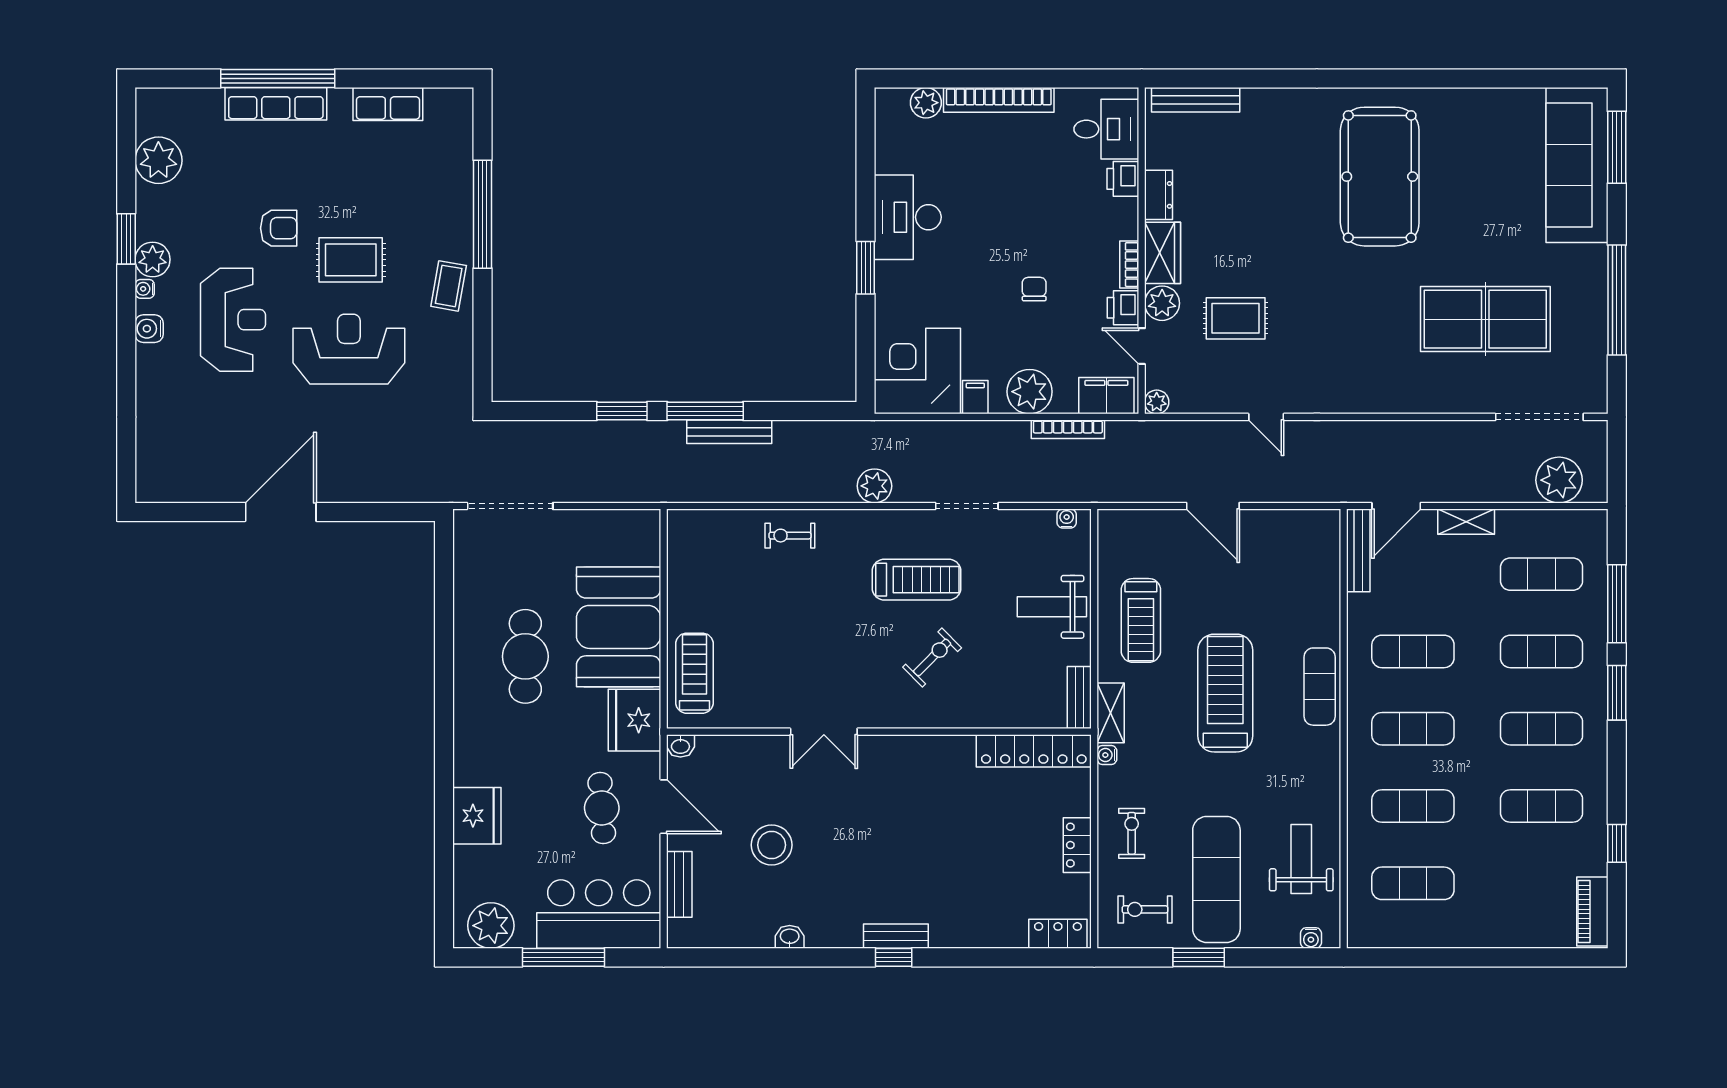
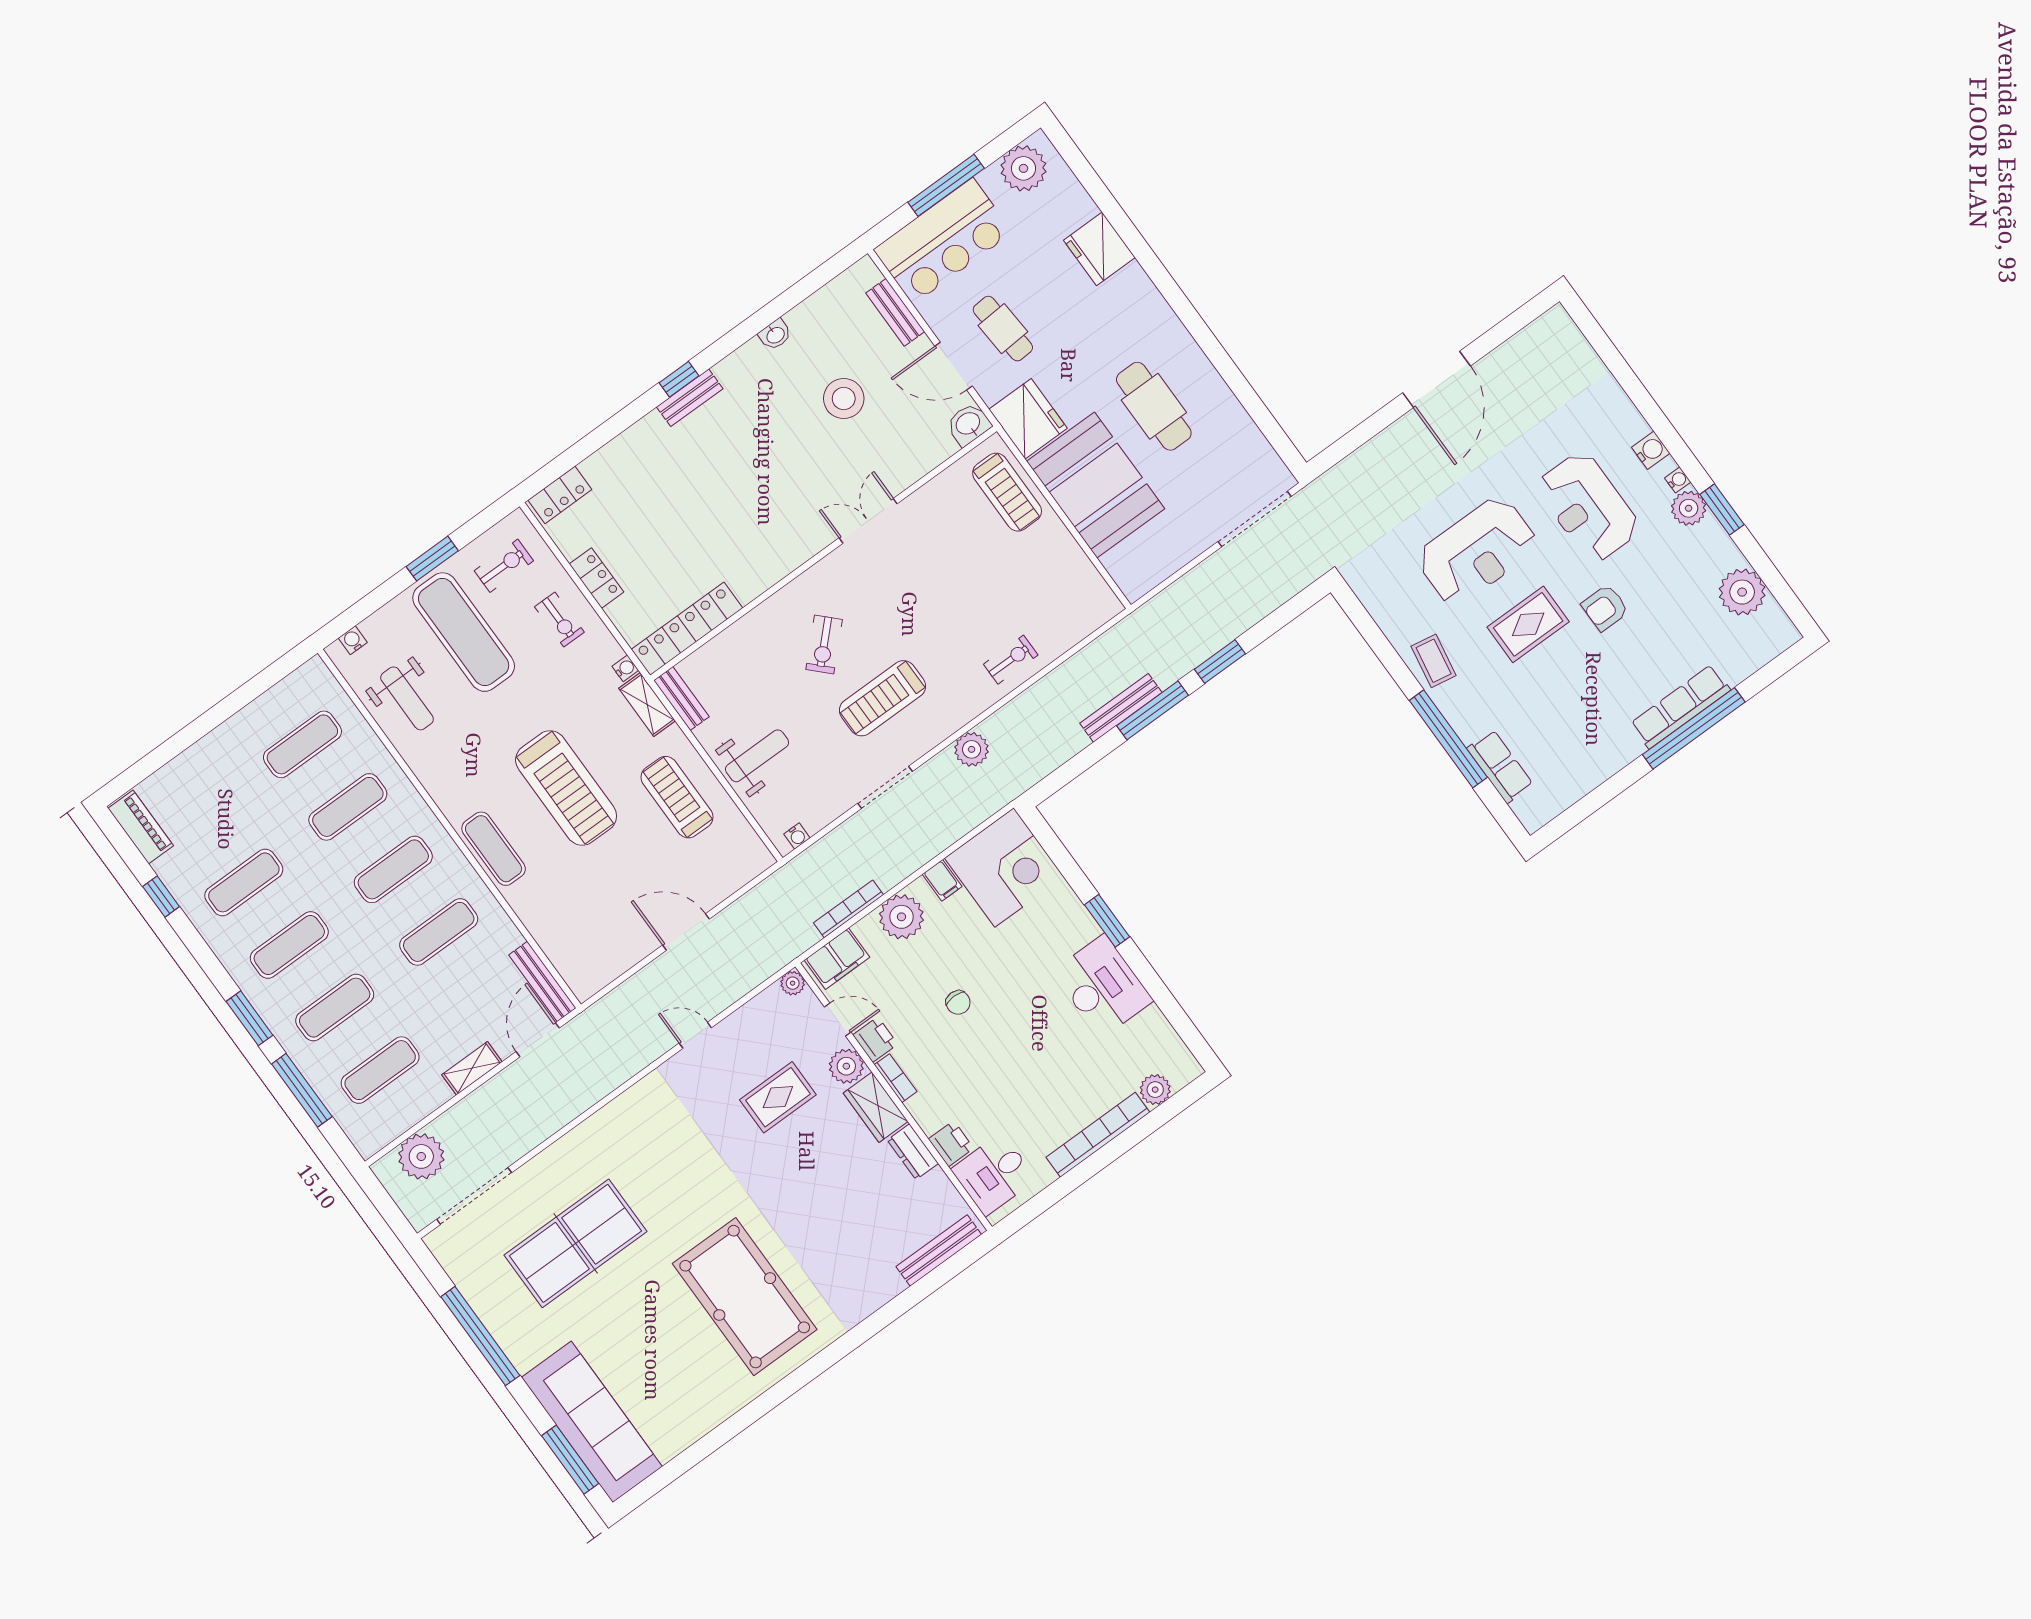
row of seats: (388, 104) -> (1500, 767), moved, turned 90
washbasin: (680, 746) -> (968, 424), width x1.38, depth x1.45

